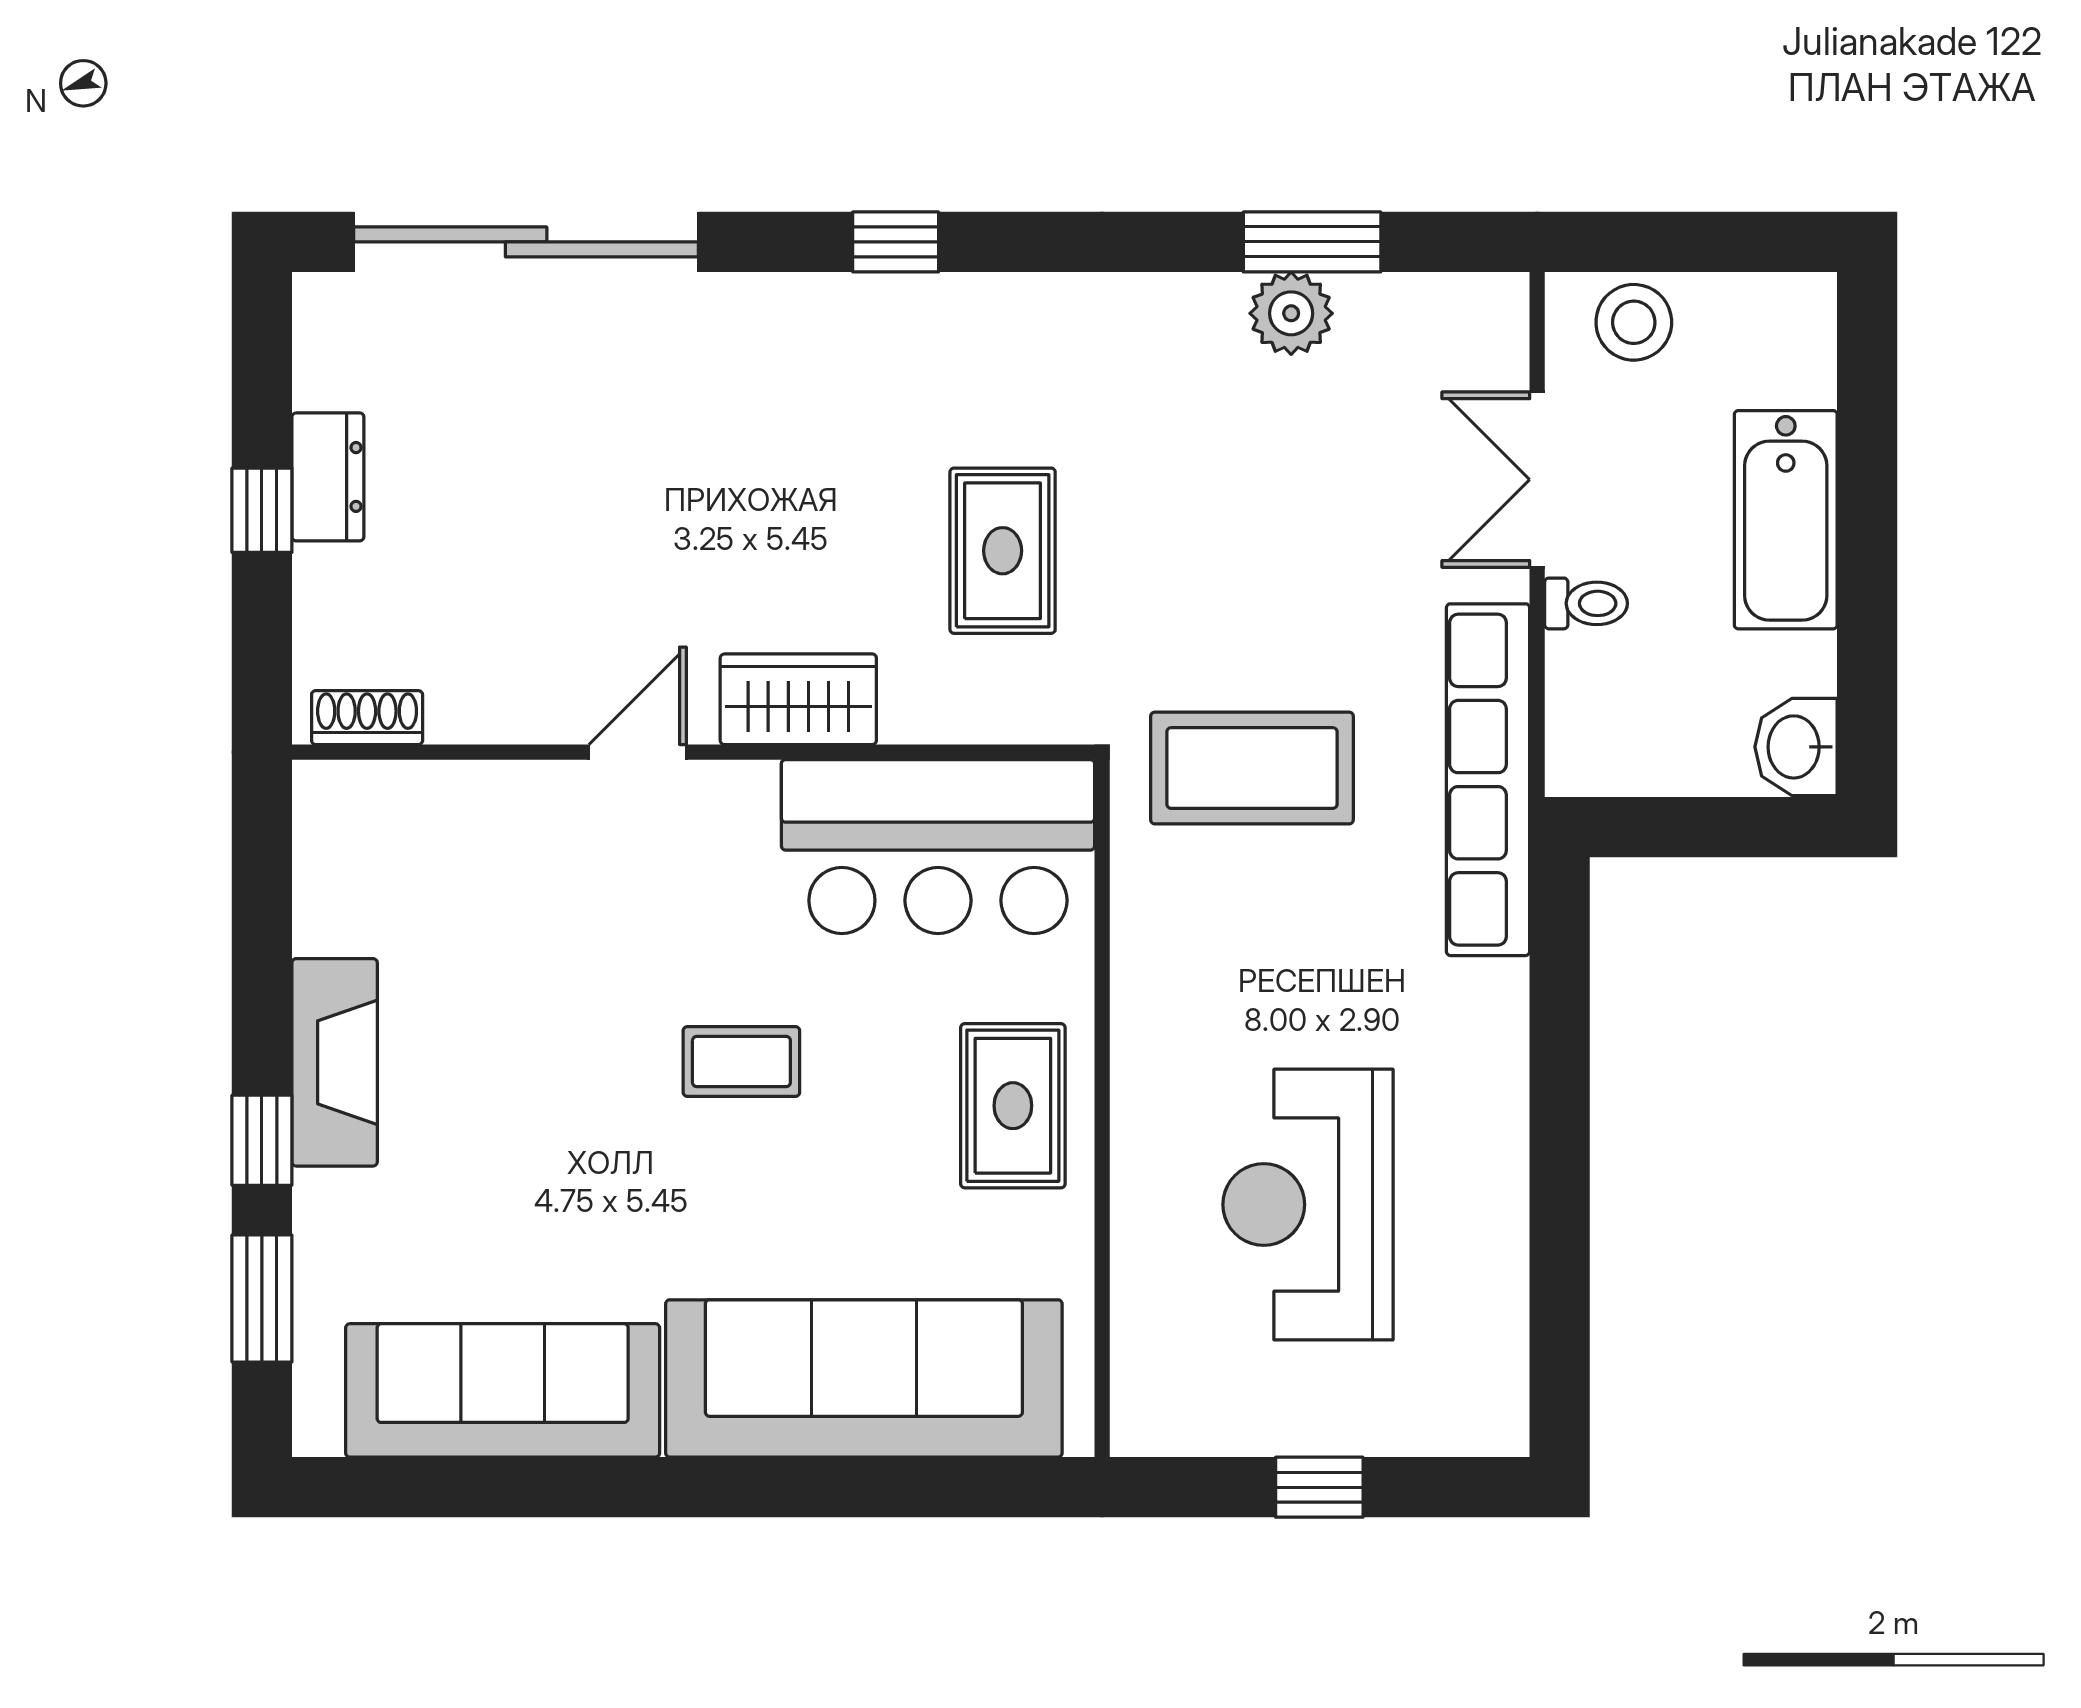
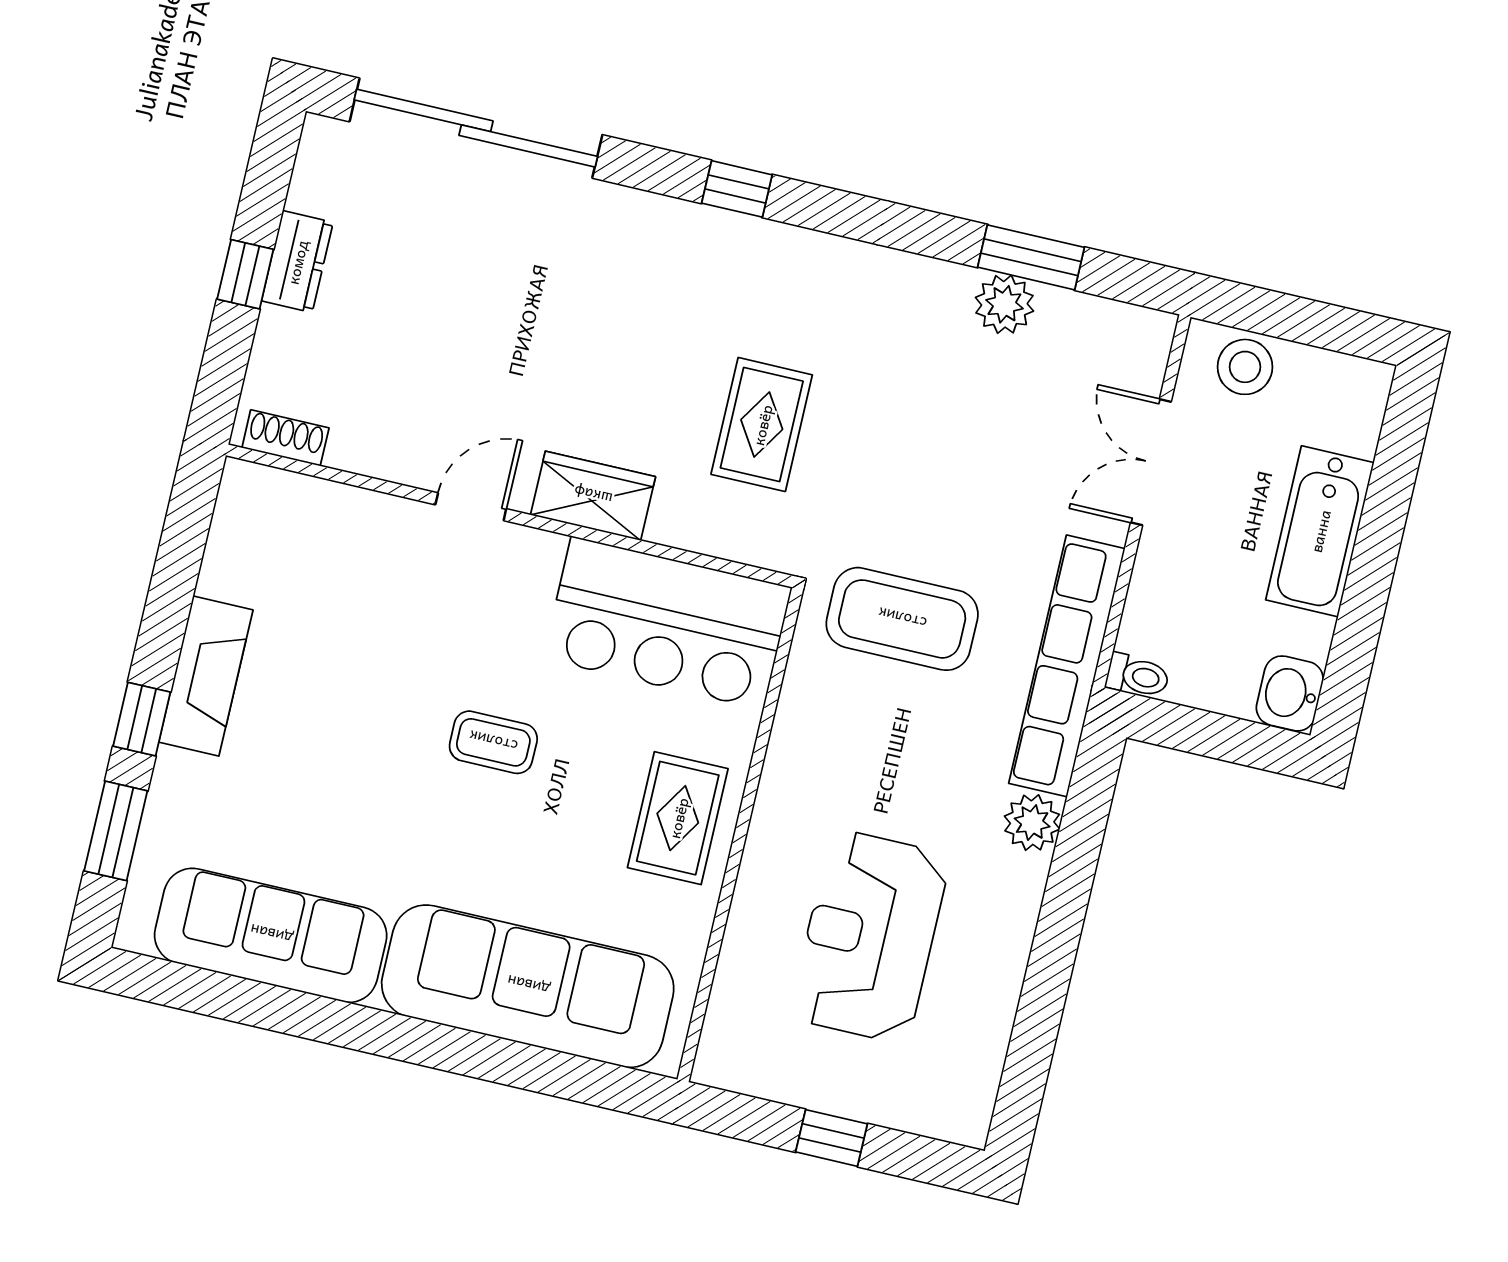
toilet: (1586, 603) -> (1138, 676), moved
plant: (1490, 1001) -> (1032, 823), added

